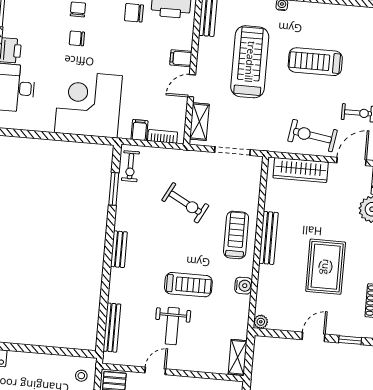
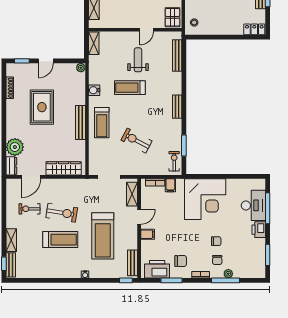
exercise bike: (312, 136) -> (62, 213), moved

